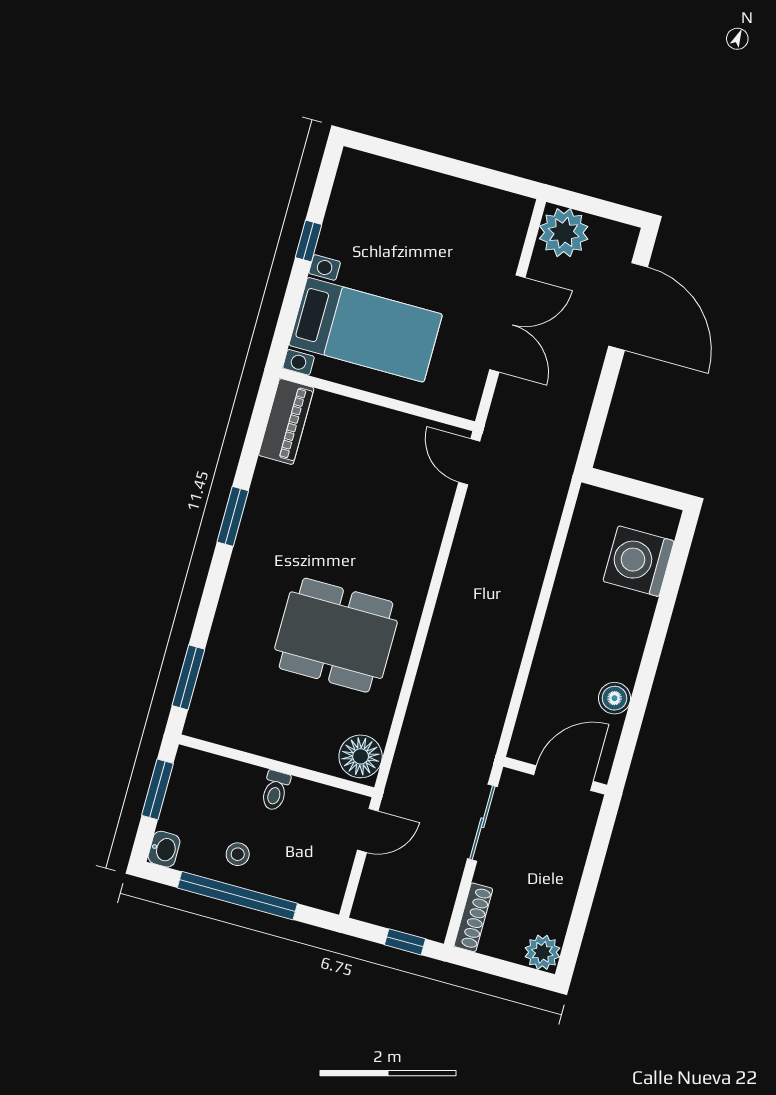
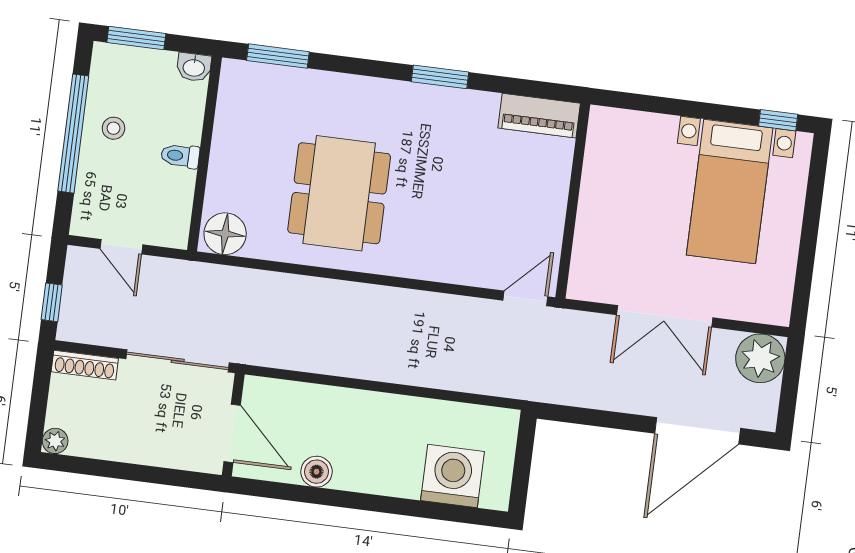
window: (309, 241) -> (778, 120), moved
bed with nightstands: (366, 330) -> (730, 191), moved
window: (158, 789) -> (136, 38), moved
sliding door: (482, 823) -> (178, 361), width x1.37
door: (368, 830) -> (121, 247), moved
washbasin: (164, 849) -> (194, 67), moved
plant: (542, 952) -> (55, 441), width x0.73, depth x0.73

